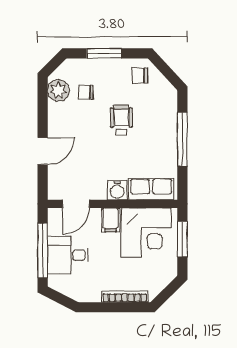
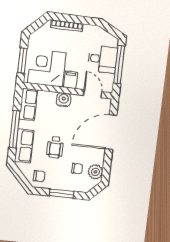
row of seats: (166, 117) -> (24, 146), added
door: (43, 151) -> (111, 132), width x1.87
row of seats: (151, 189) -> (28, 104), moved, turned -90
door: (76, 204) -> (93, 94), hinge flipped

